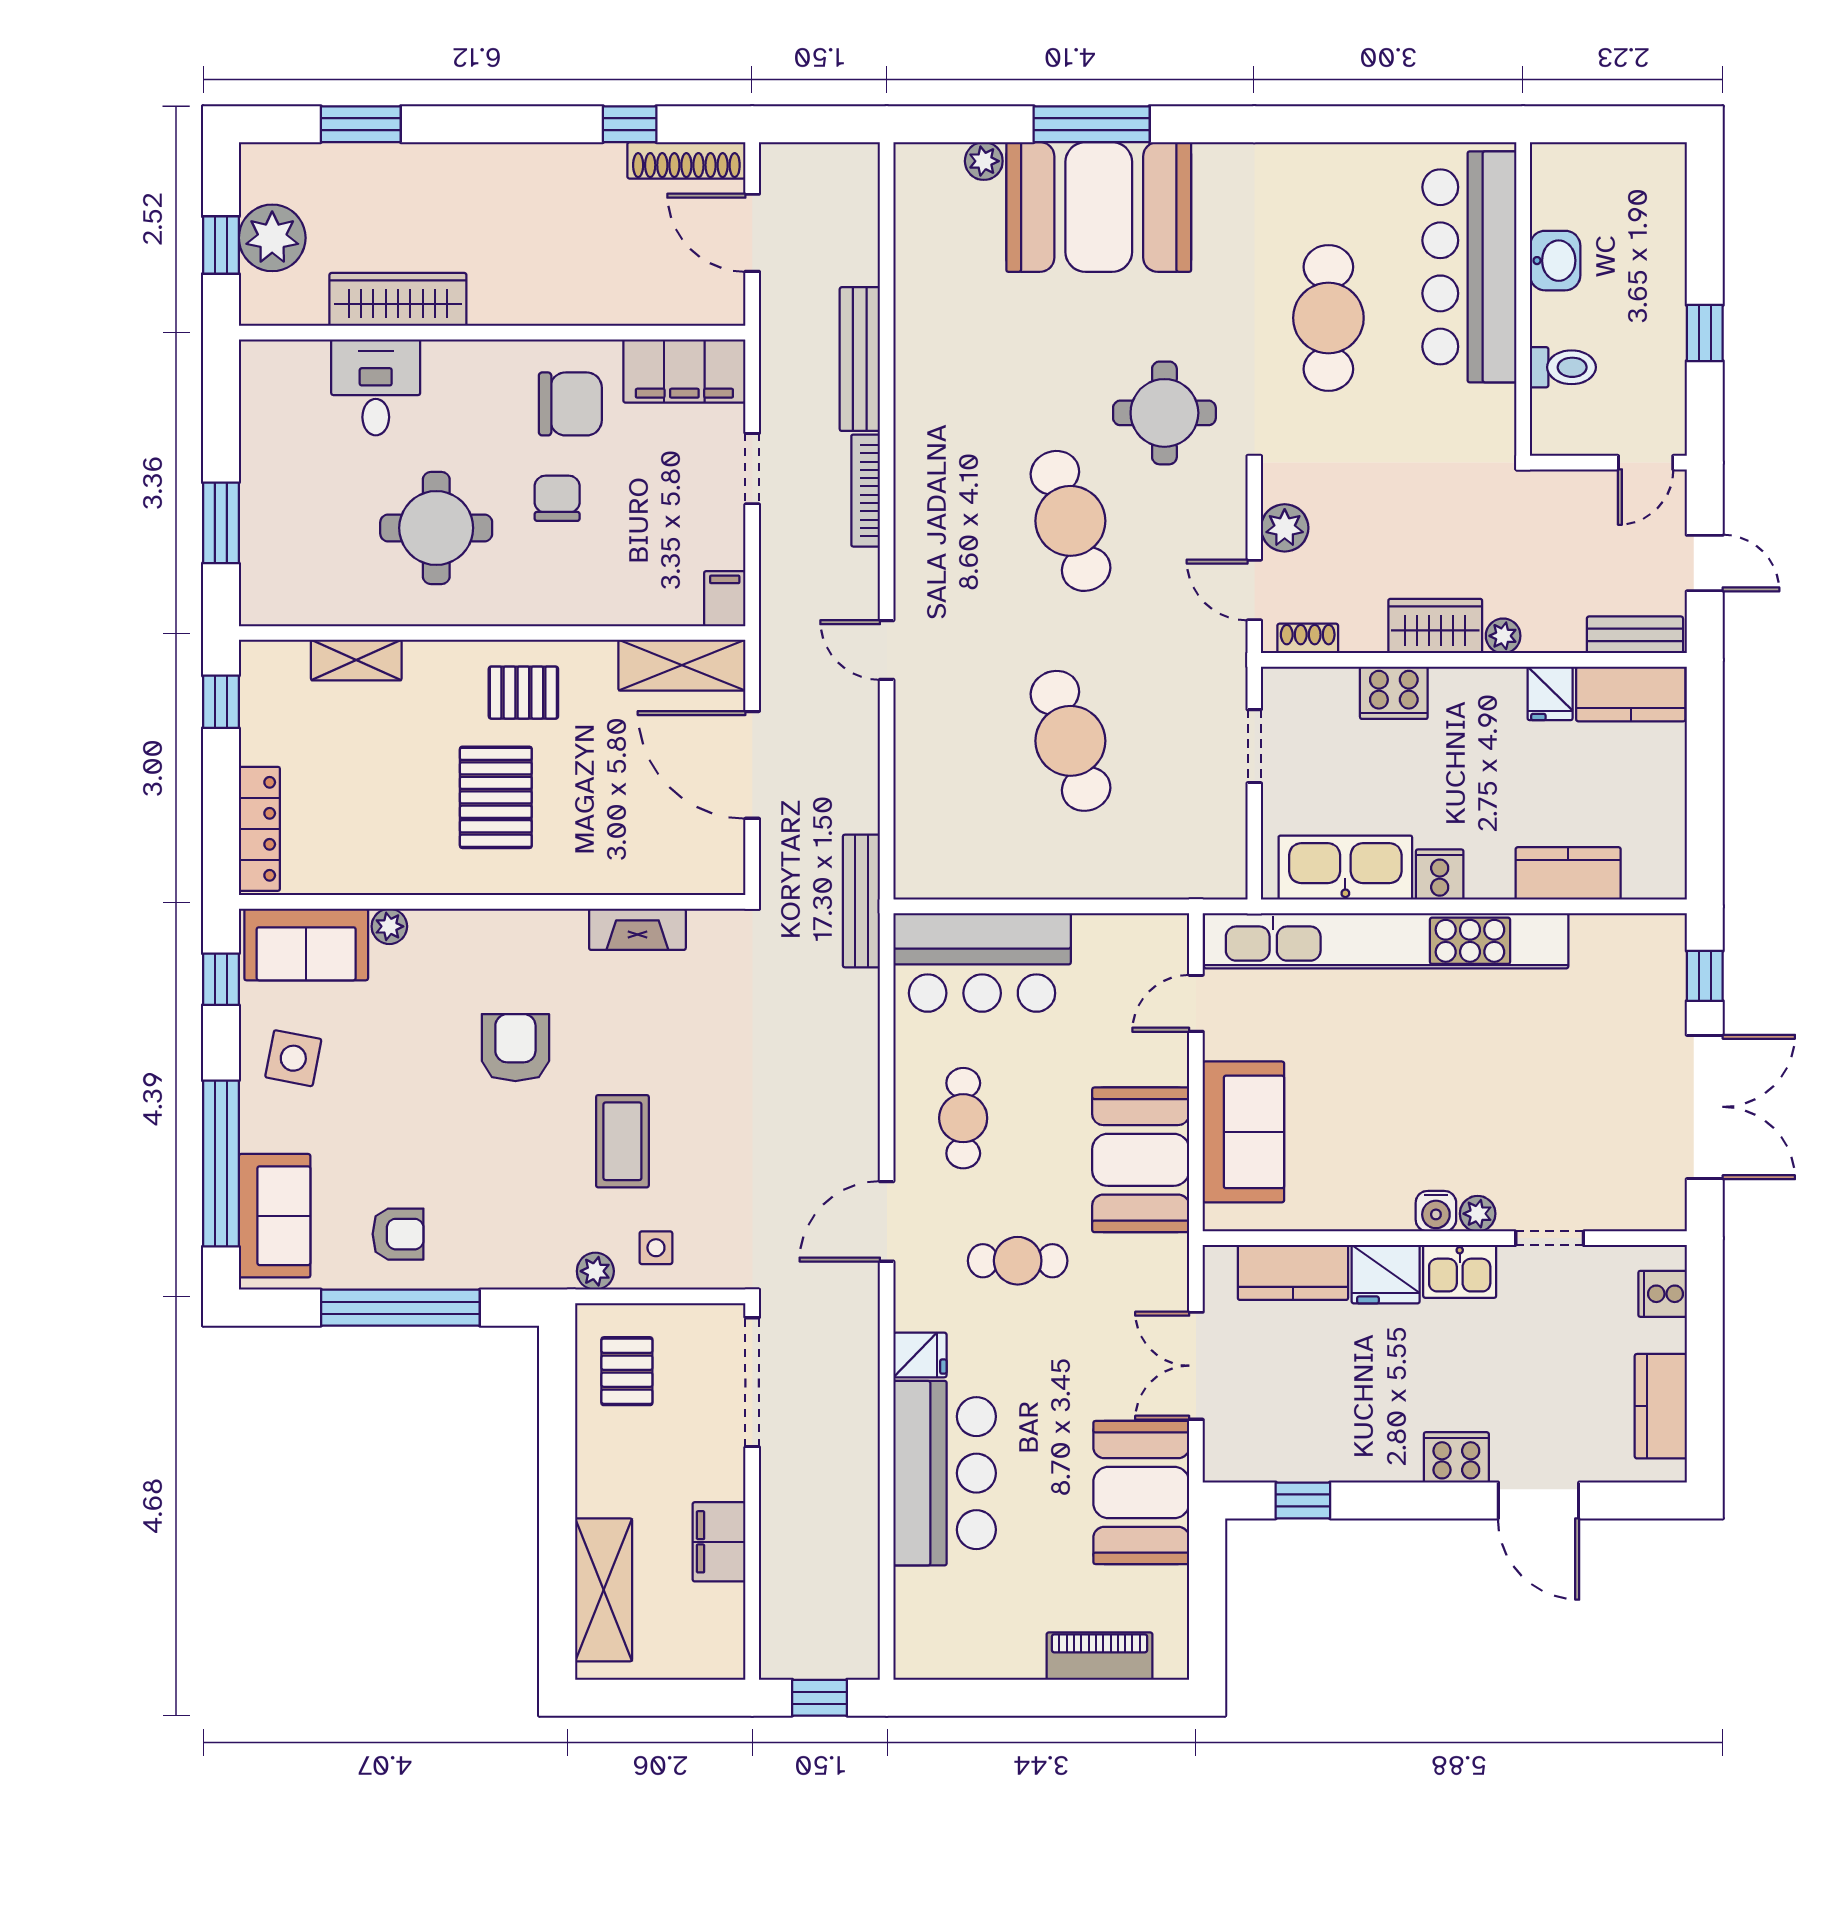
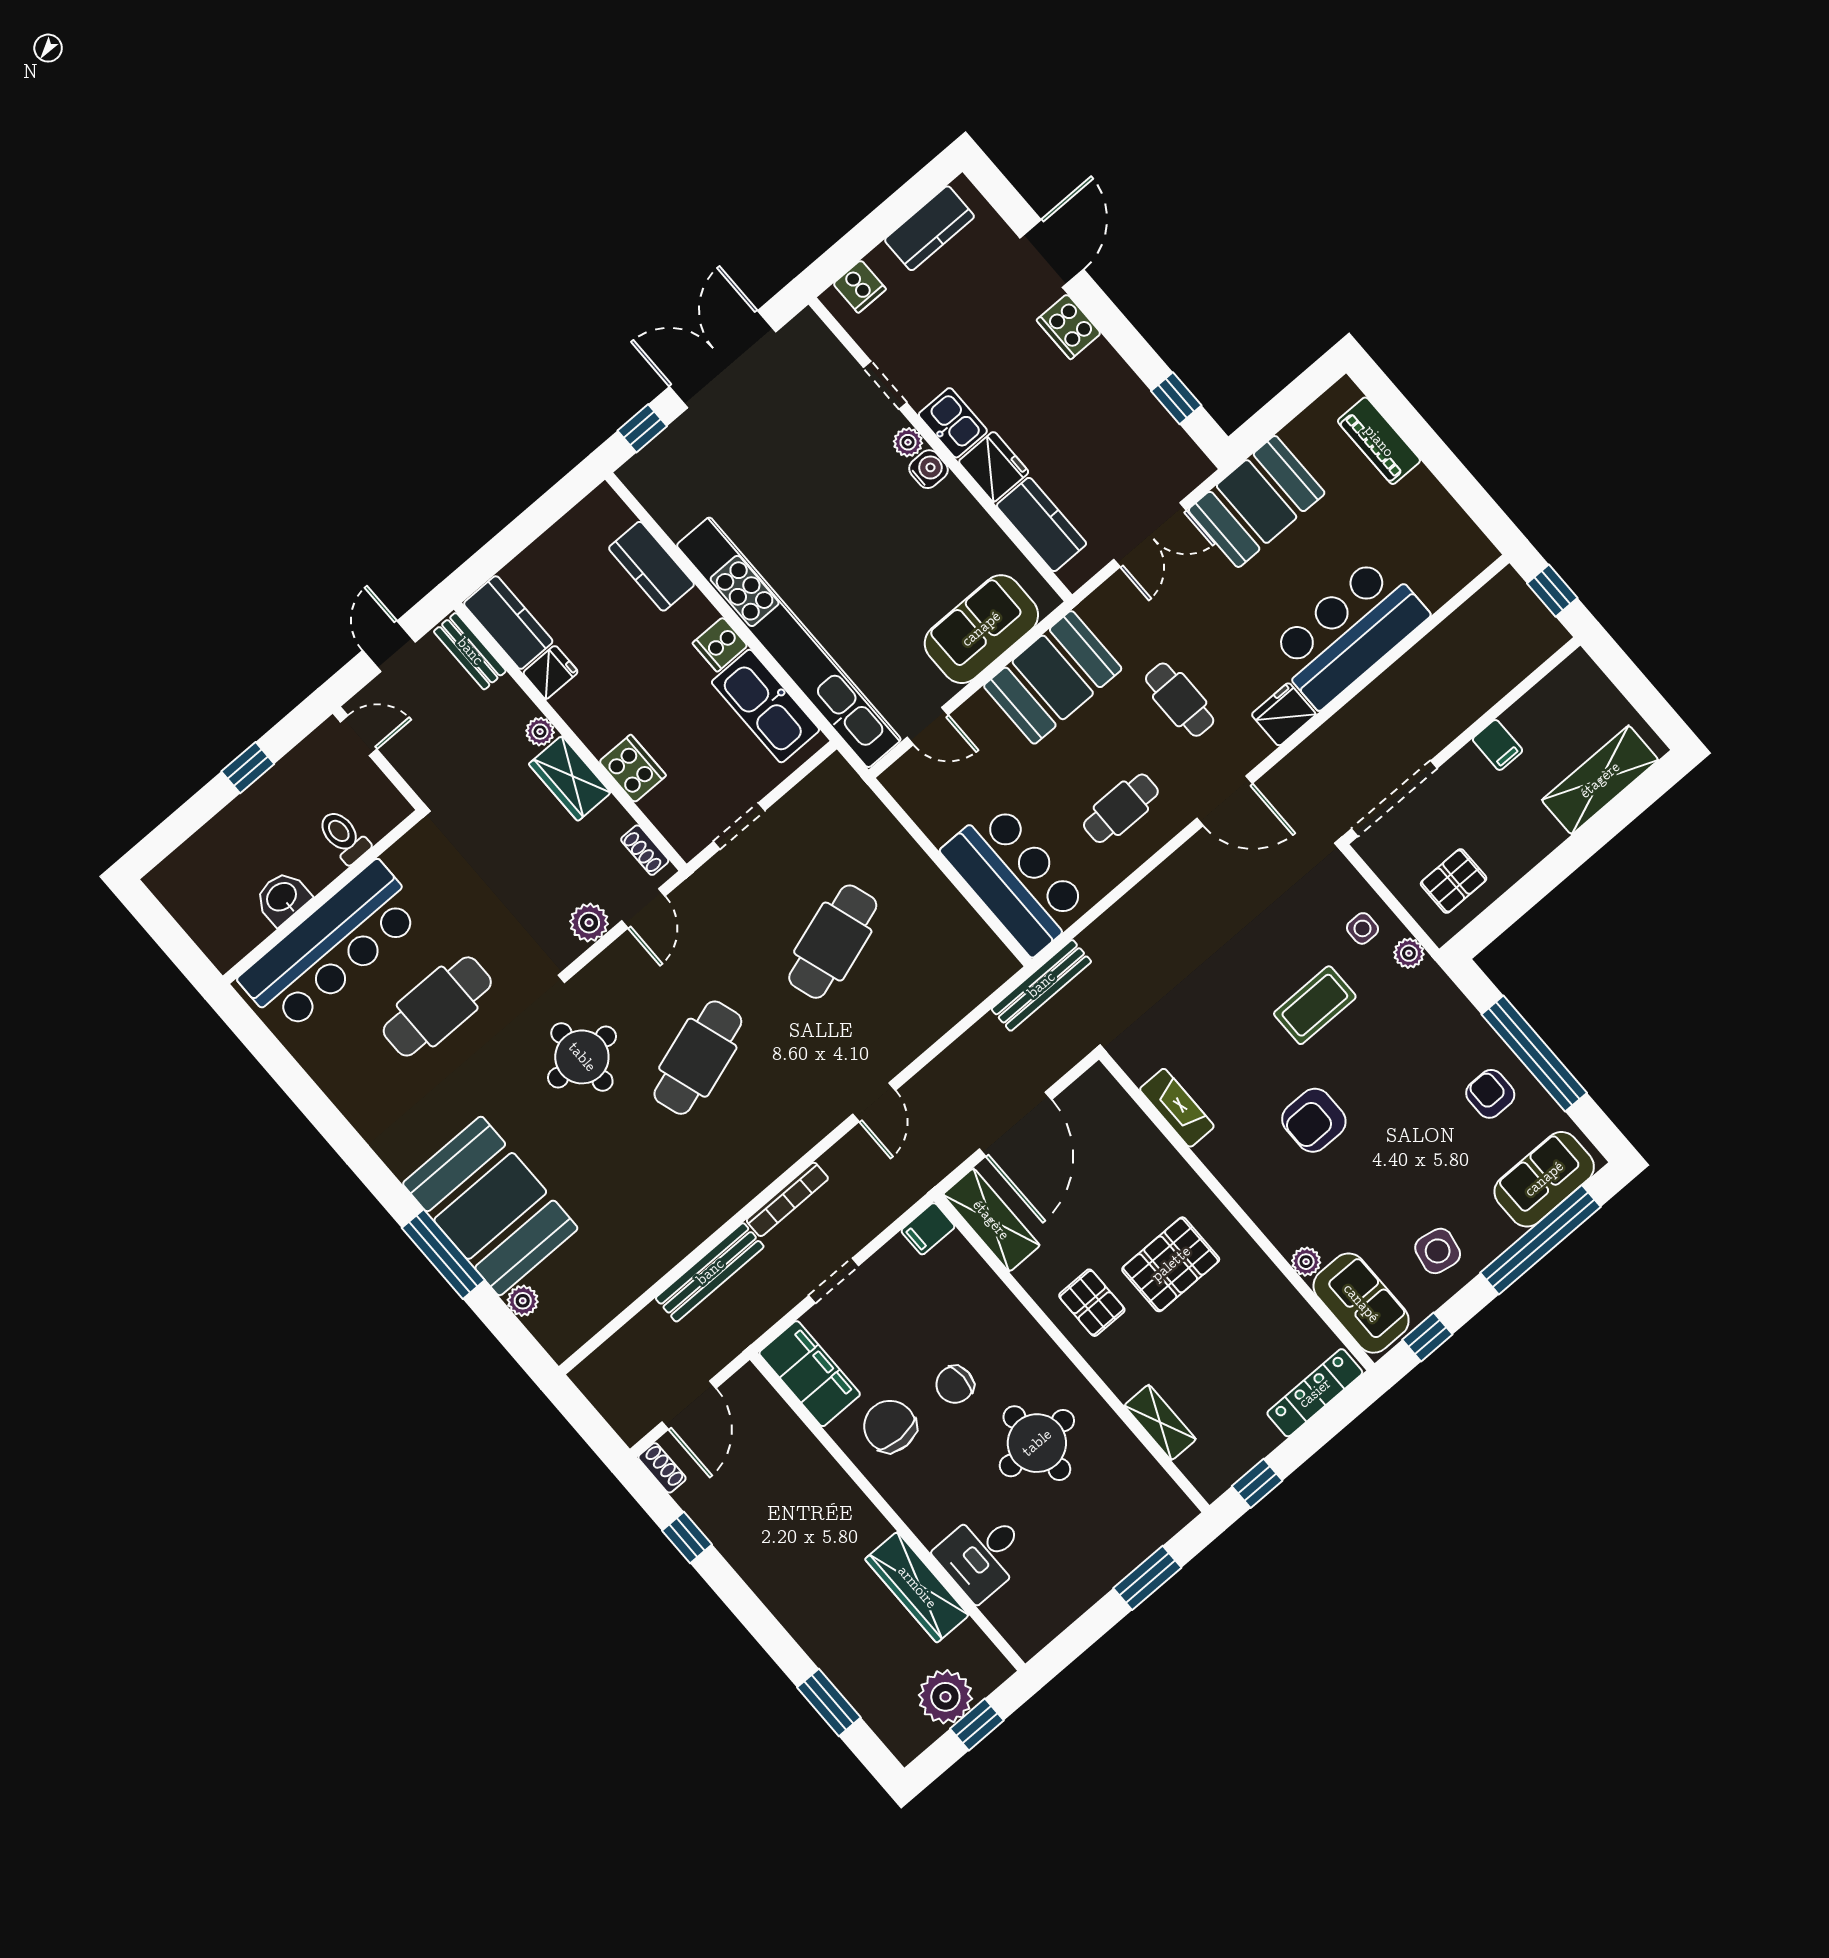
shoe rack: (686, 160) -> (662, 1468), width x0.51, depth x0.81
fridge: (920, 1355) -> (1284, 714), width x1.38
filing cabinet: (719, 1542) -> (1498, 745), width x0.50

